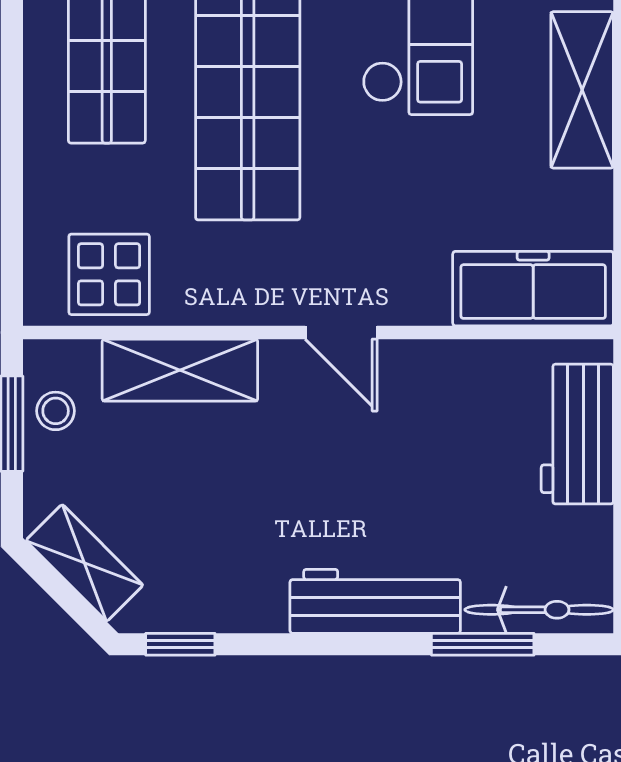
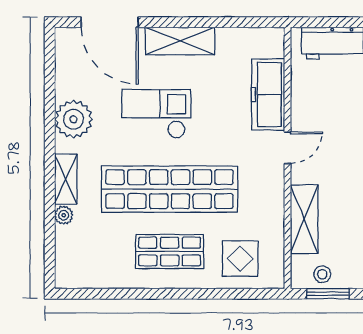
display table: (109, 274) -> (240, 259), moved
freezer: (533, 289) -> (268, 94), moved

